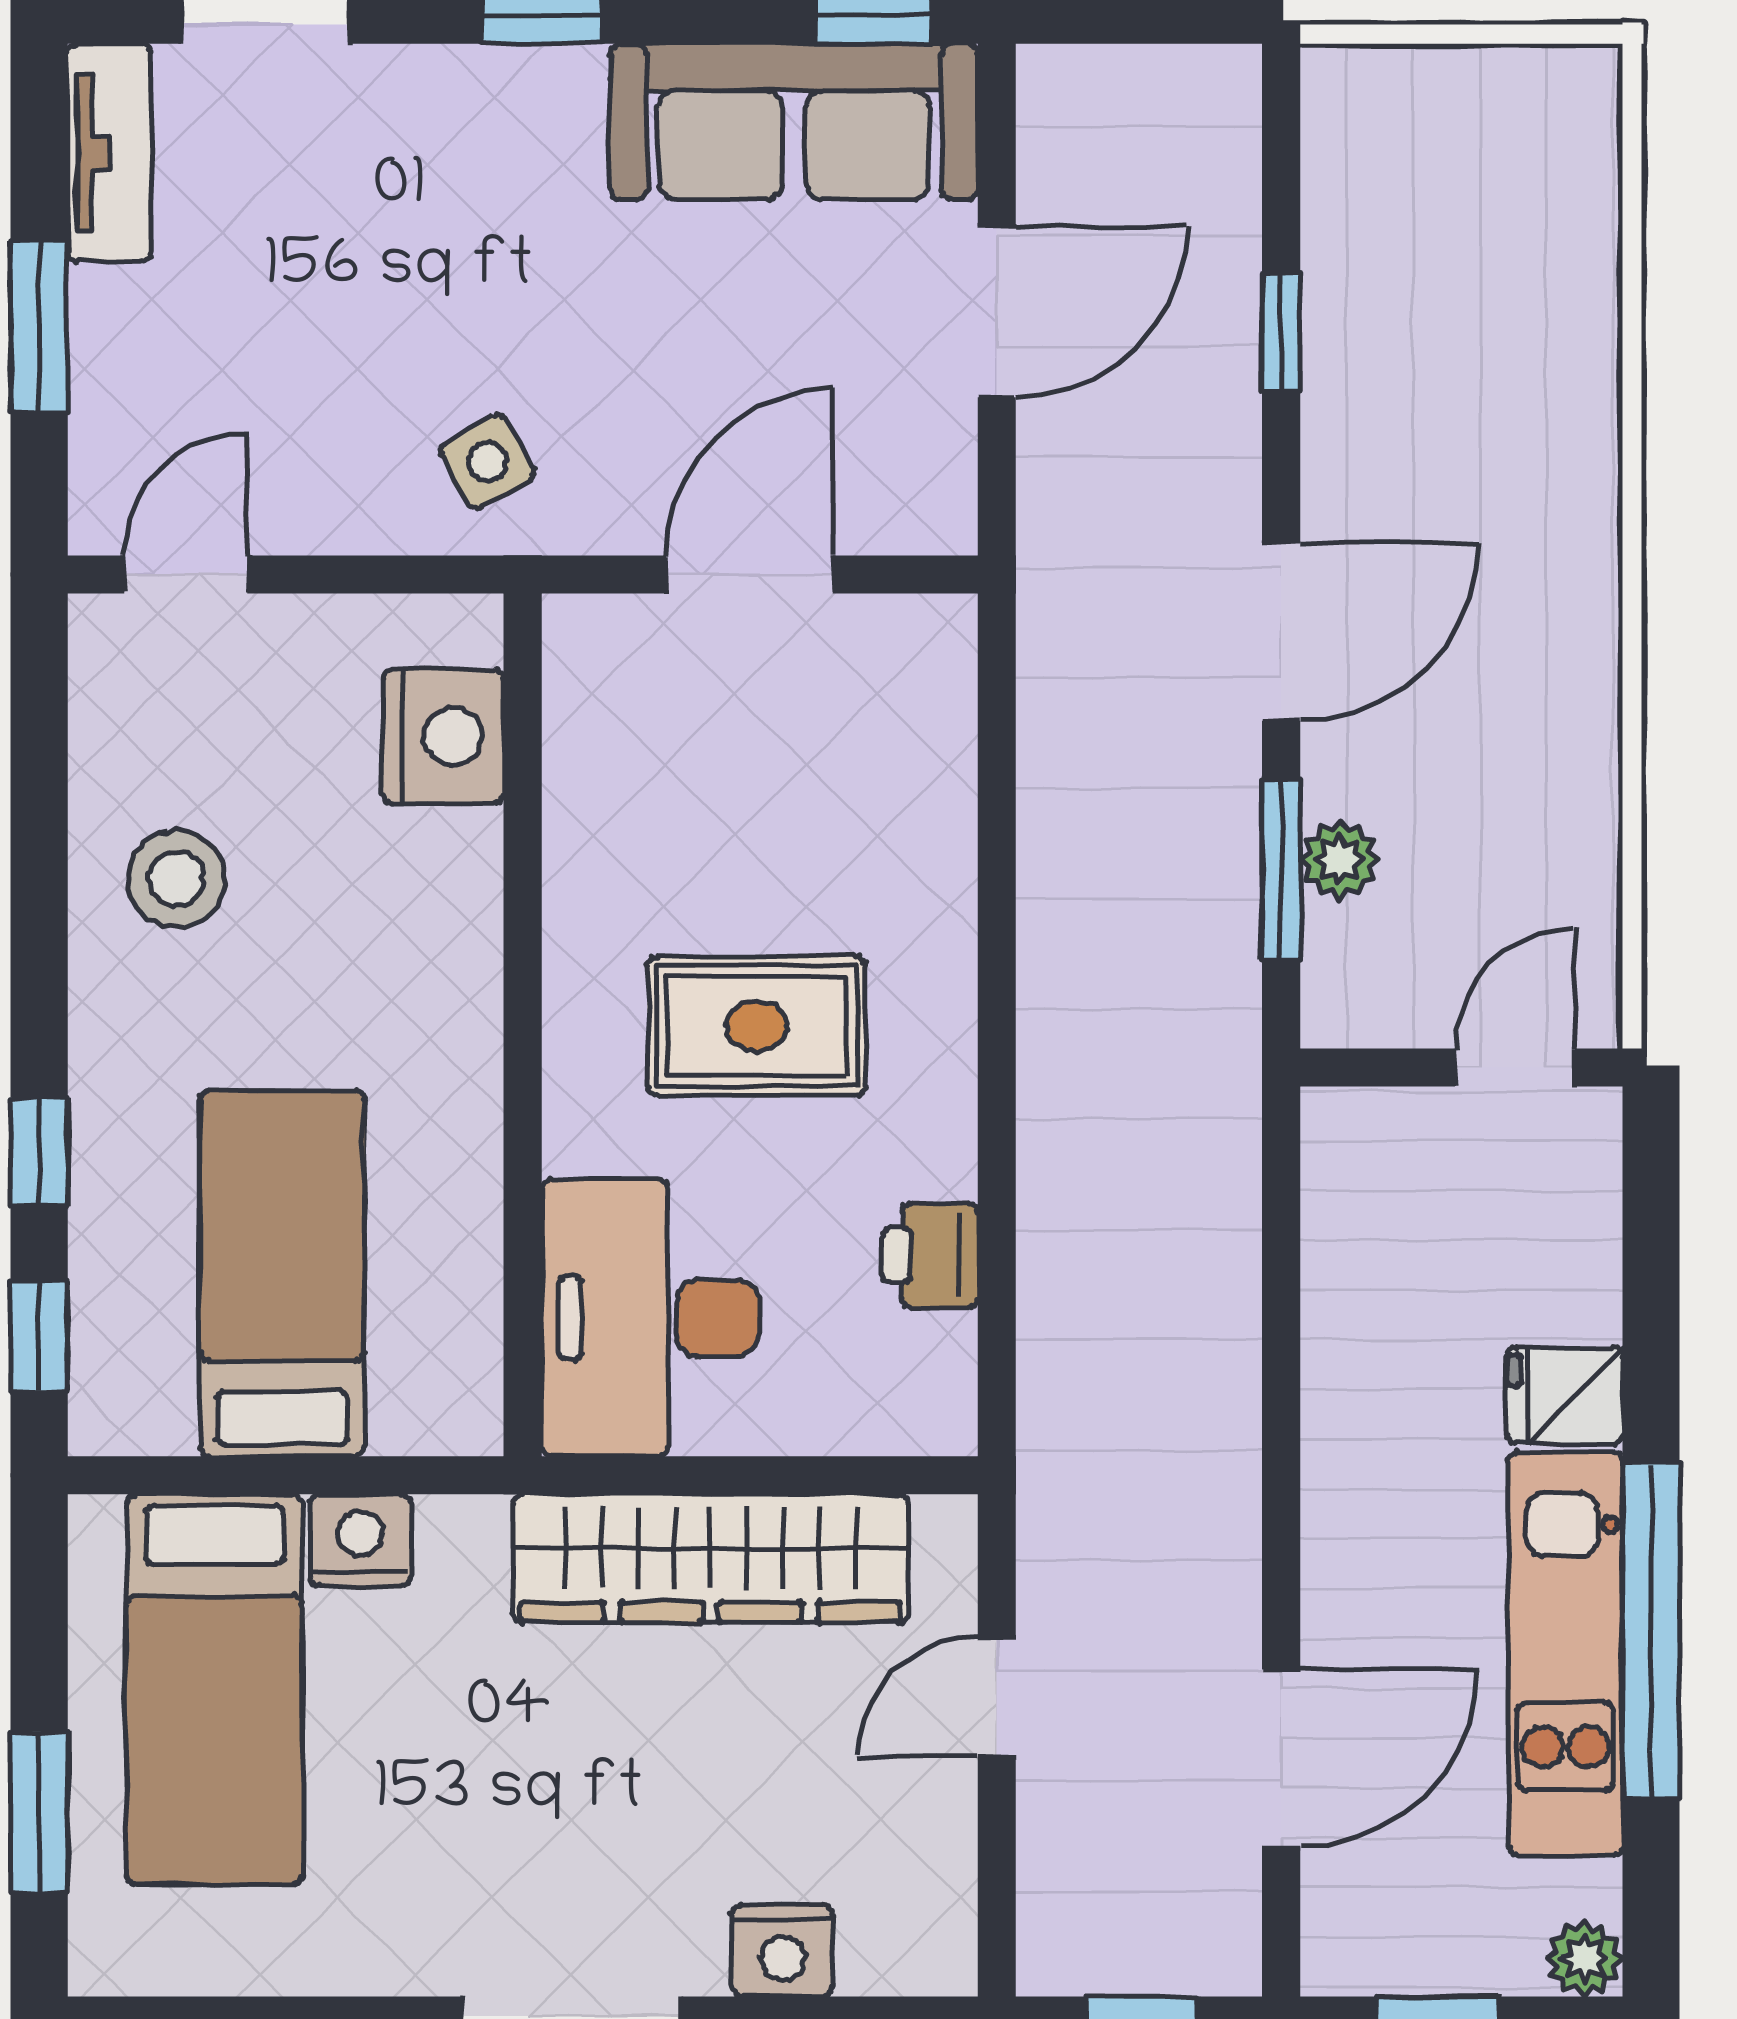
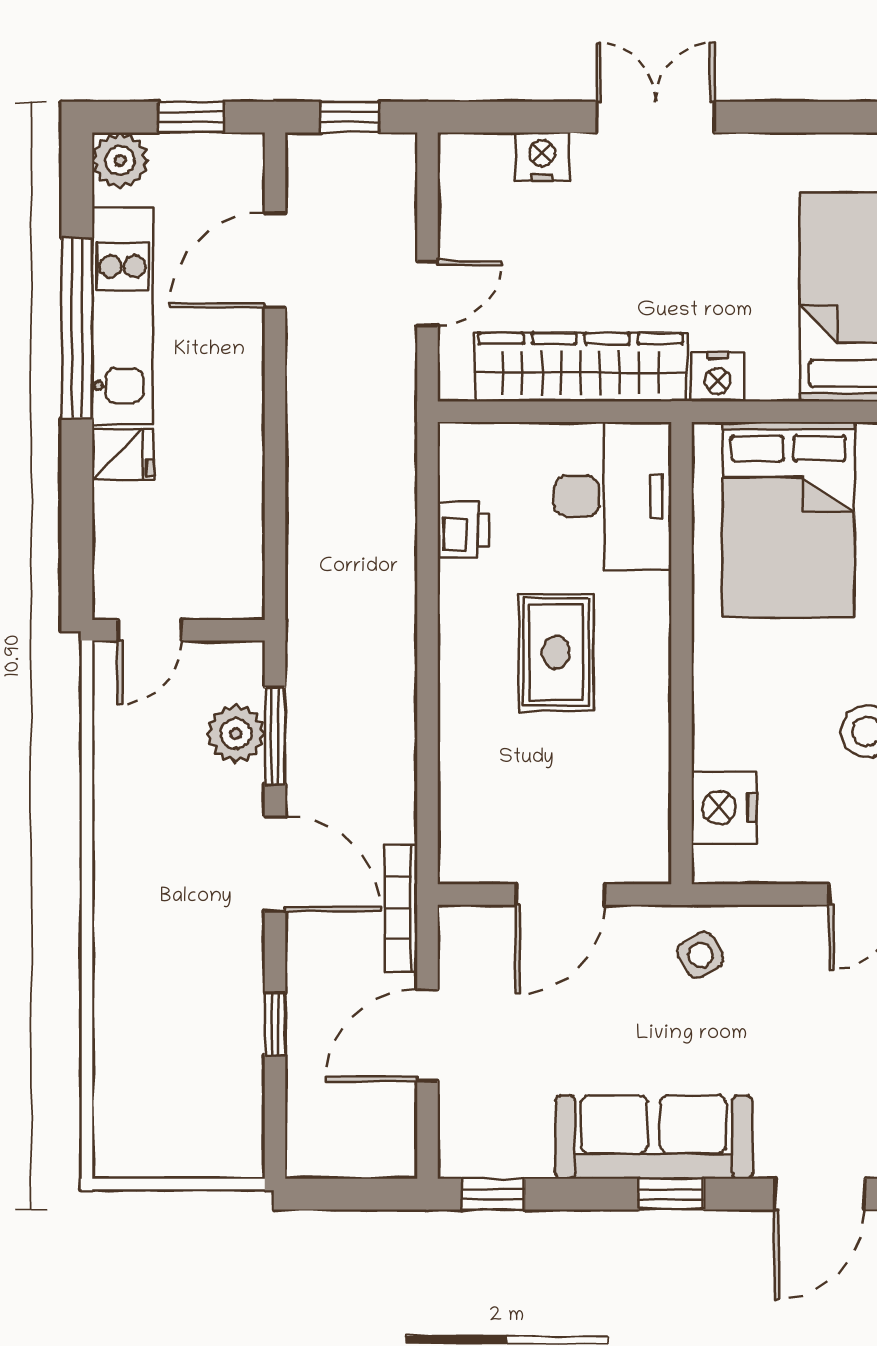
sofa: (794, 122) -> (654, 1137), moved
bookcase: (1046, 549) -> (401, 908), added
door: (1281, 632) -> (275, 864), swing flipped
plant: (1340, 860) -> (236, 734), width x1.38, depth x1.38
rug: (757, 1026) -> (556, 652), turned 90
bed: (282, 1274) -> (788, 520), width x1.50
nightstand: (360, 1540) -> (718, 377), moved
plant: (1584, 1959) -> (120, 160), width x1.38, depth x1.38

